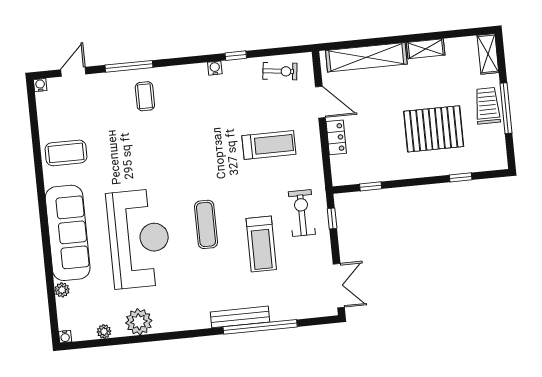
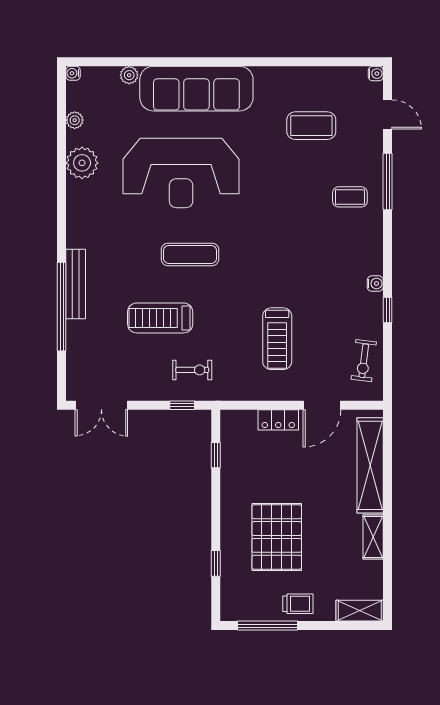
trolley: (487, 106) -> (298, 604), width x0.73, depth x0.72
window: (506, 108) -> (268, 626), moved
coffee table: (66, 153) -> (311, 126), moved, turned 90
exercise bike: (302, 213) -> (192, 370), width x0.73, depth x0.72

